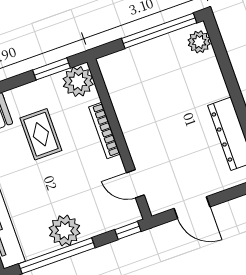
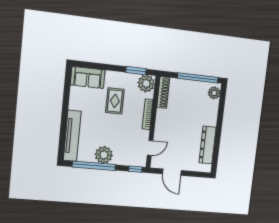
shoe rack: (113, 83) -> (163, 92), added
door: (135, 184) -> (150, 148), swing flipped

